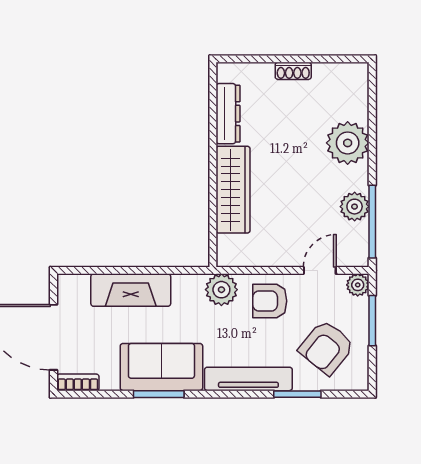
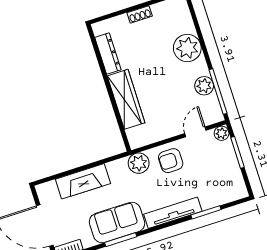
armchair: (326, 347) -> (215, 178), removed

